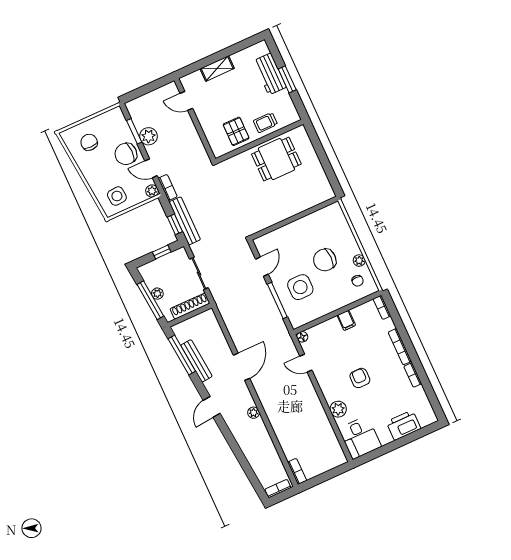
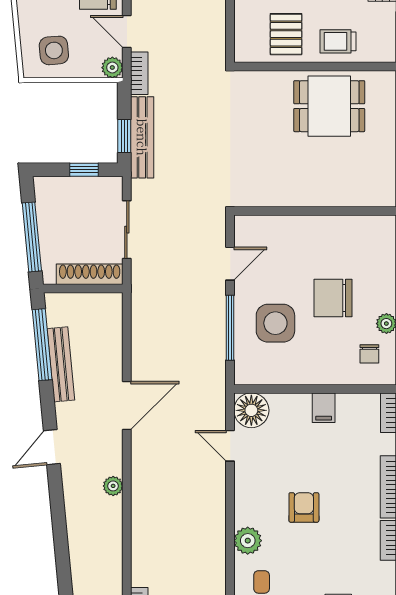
plant: (157, 294) -> (48, 231), removed
floor lamp: (302, 337) -> (251, 410), width x1.89, depth x1.89

